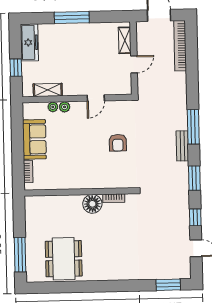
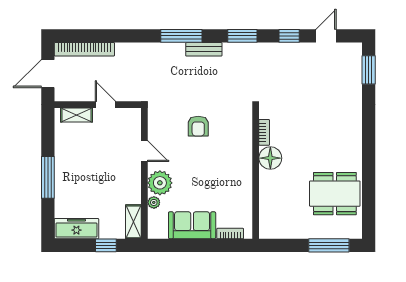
shelving: (48, 90) -> (133, 222), moved
plant: (65, 107) -> (160, 183), width x1.88, depth x1.88
armchair: (118, 143) -> (198, 126), turned 90

